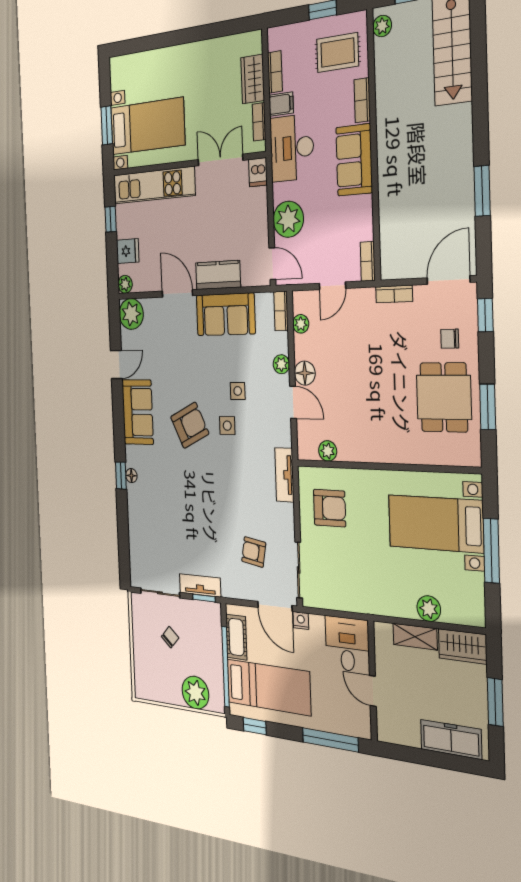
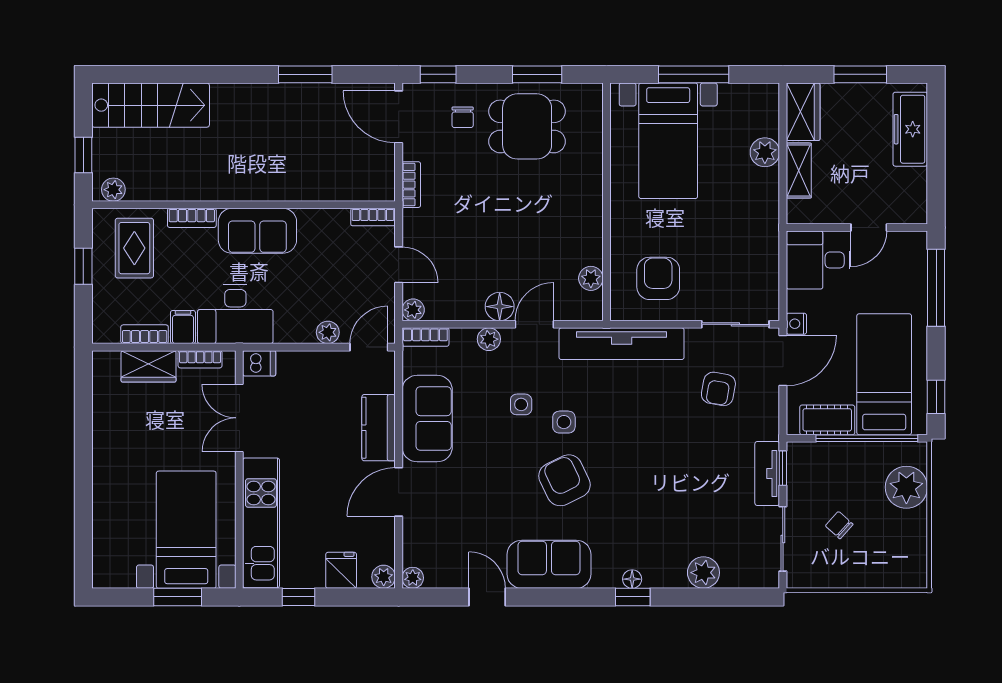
plant: (288, 219) -> (328, 332), width x0.53, depth x0.53
plant: (131, 314) -> (413, 578), width x0.53, depth x0.53
plant: (301, 324) -> (413, 310), moved
tv unit: (284, 475) -> (622, 344), width x1.92, depth x1.29
plant: (137, 530) -> (703, 573), added

